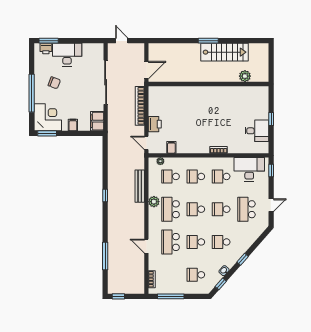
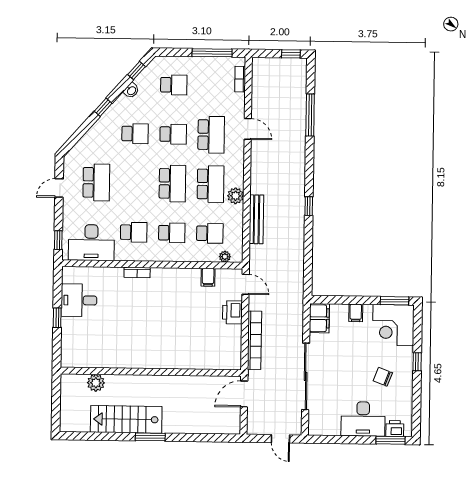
window: (32, 93) -> (417, 362), width x0.32
school desk: (196, 209) -> (172, 183), width x1.85
school desk: (221, 209) -> (134, 183), removed

